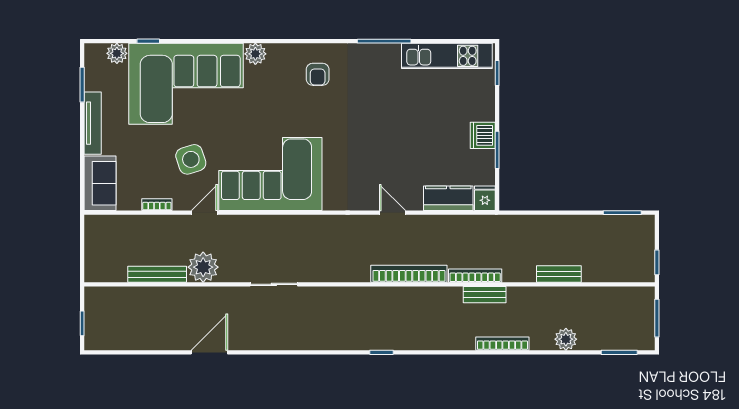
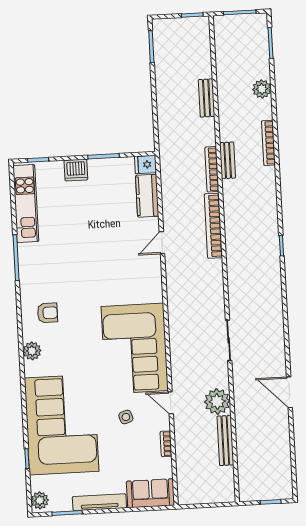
plant: (117, 53) -> (40, 500), moved
plant: (255, 54) -> (32, 351), moved
dishwasher: (483, 135) -> (76, 170), moved
side table: (191, 159) -> (126, 417), width x0.54, depth x0.54

